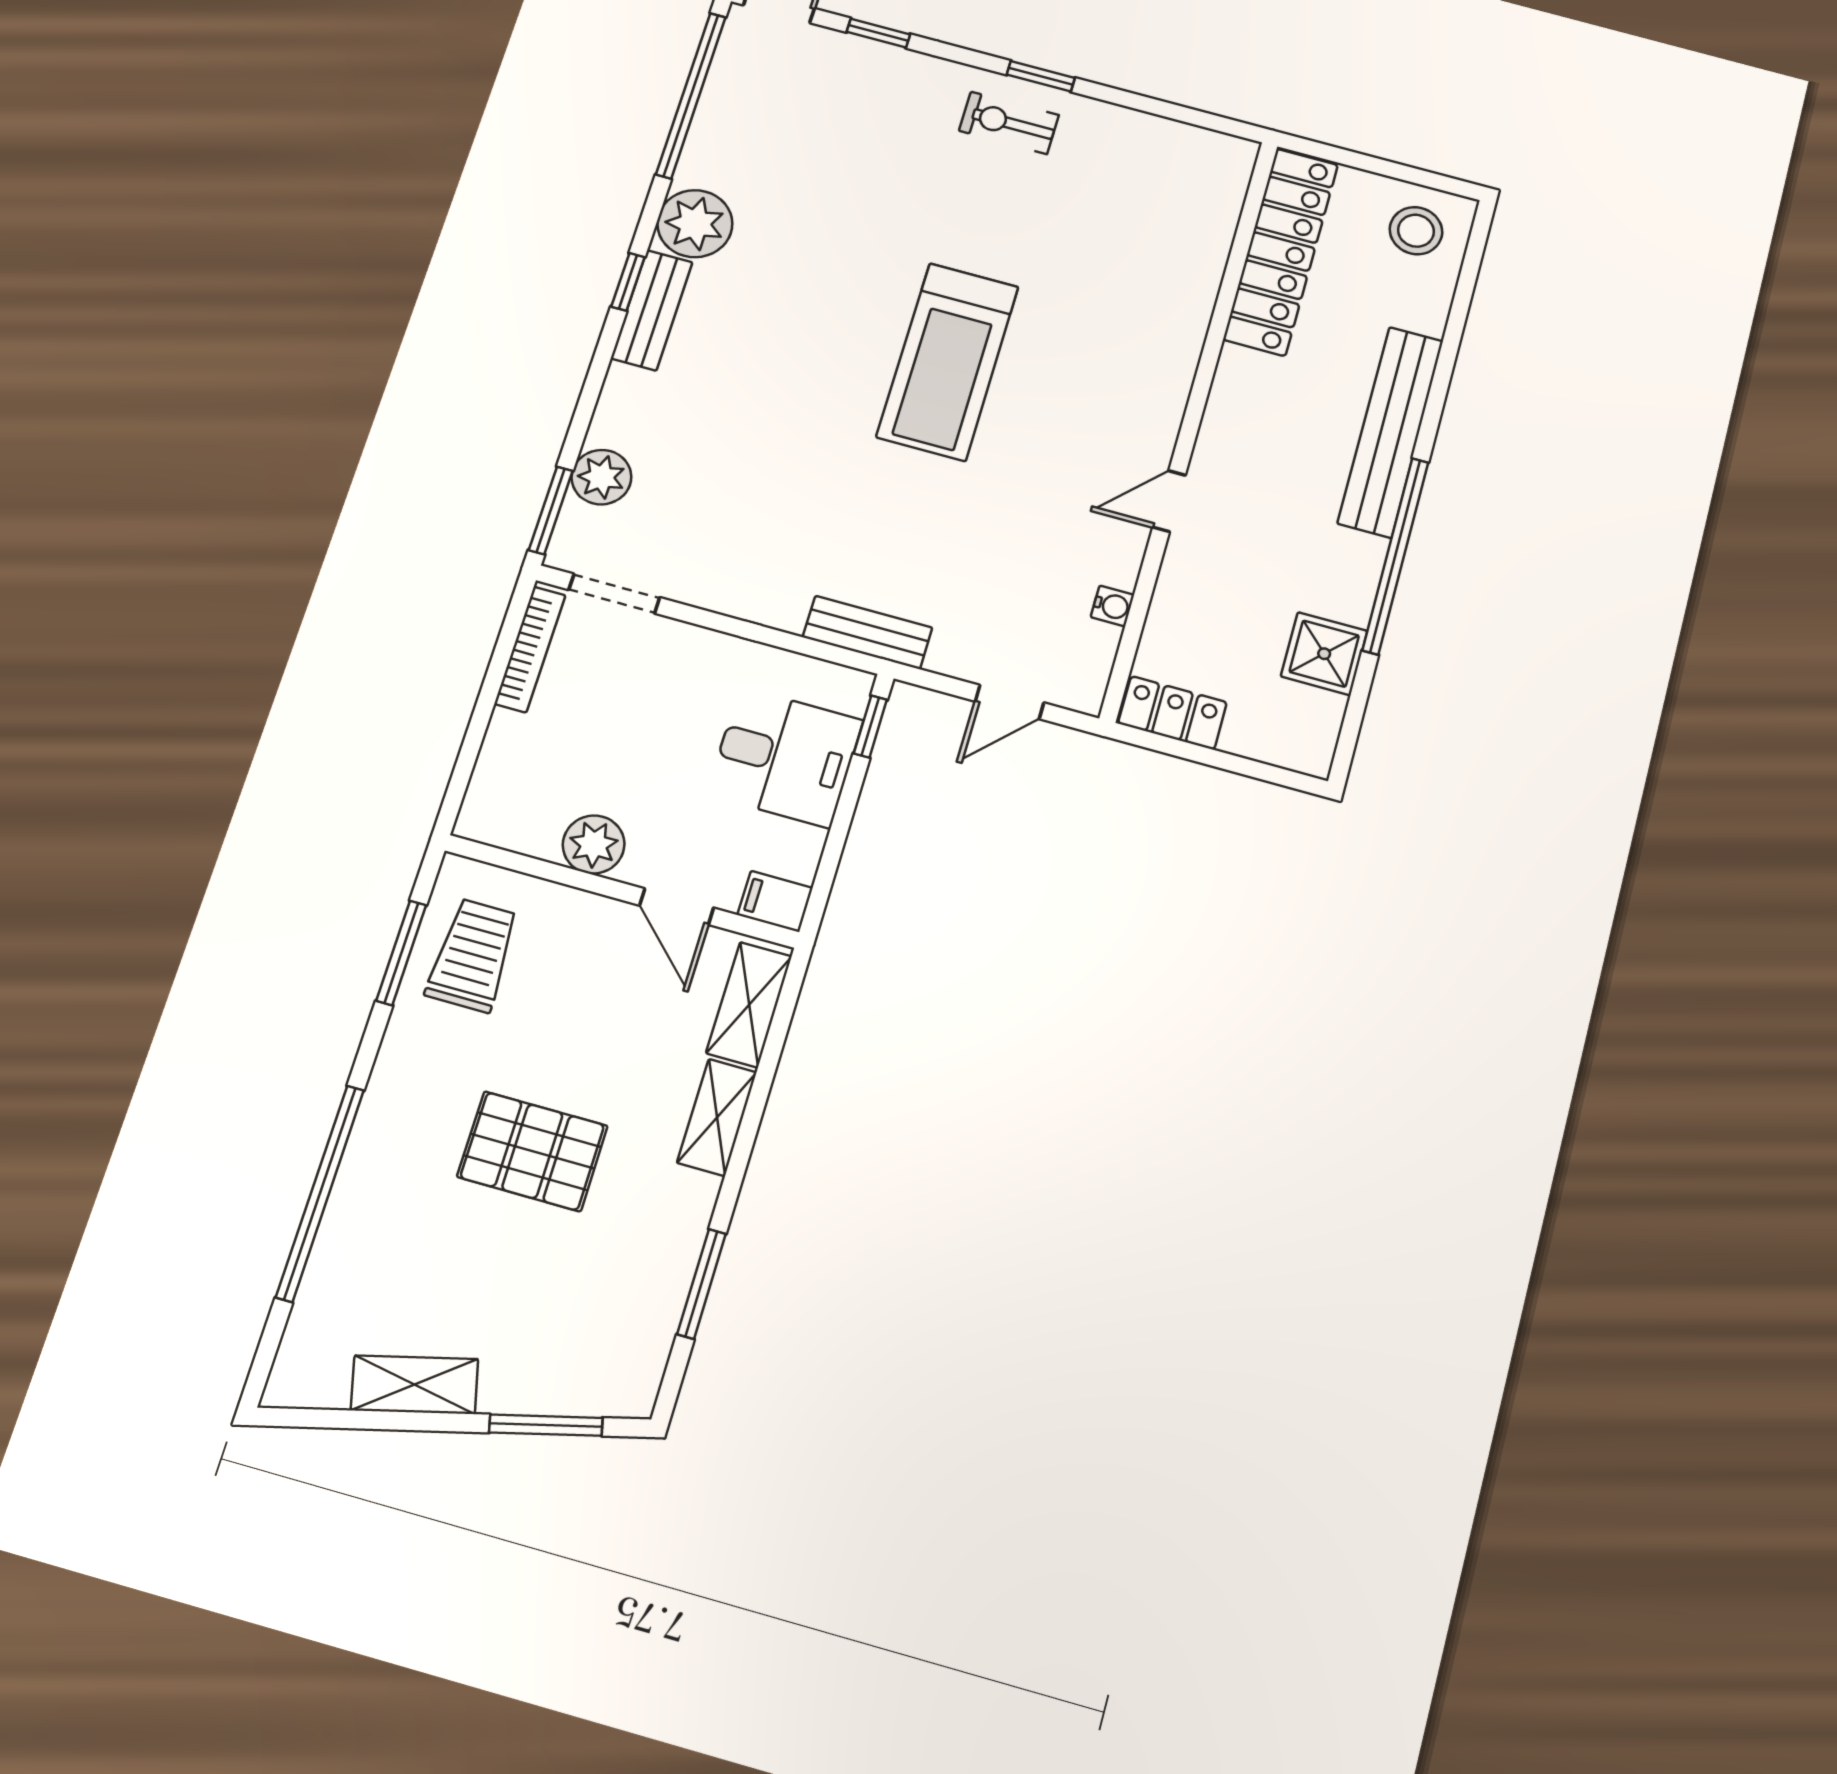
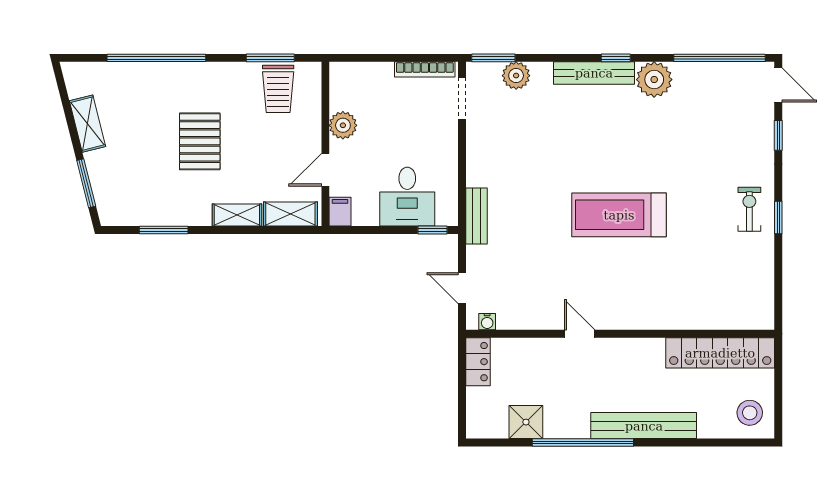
bench: (652, 310) -> (594, 73), width x1.36
water cooler: (1112, 606) -> (487, 322), moved
trolley: (473, 955) -> (278, 89), turned 90

